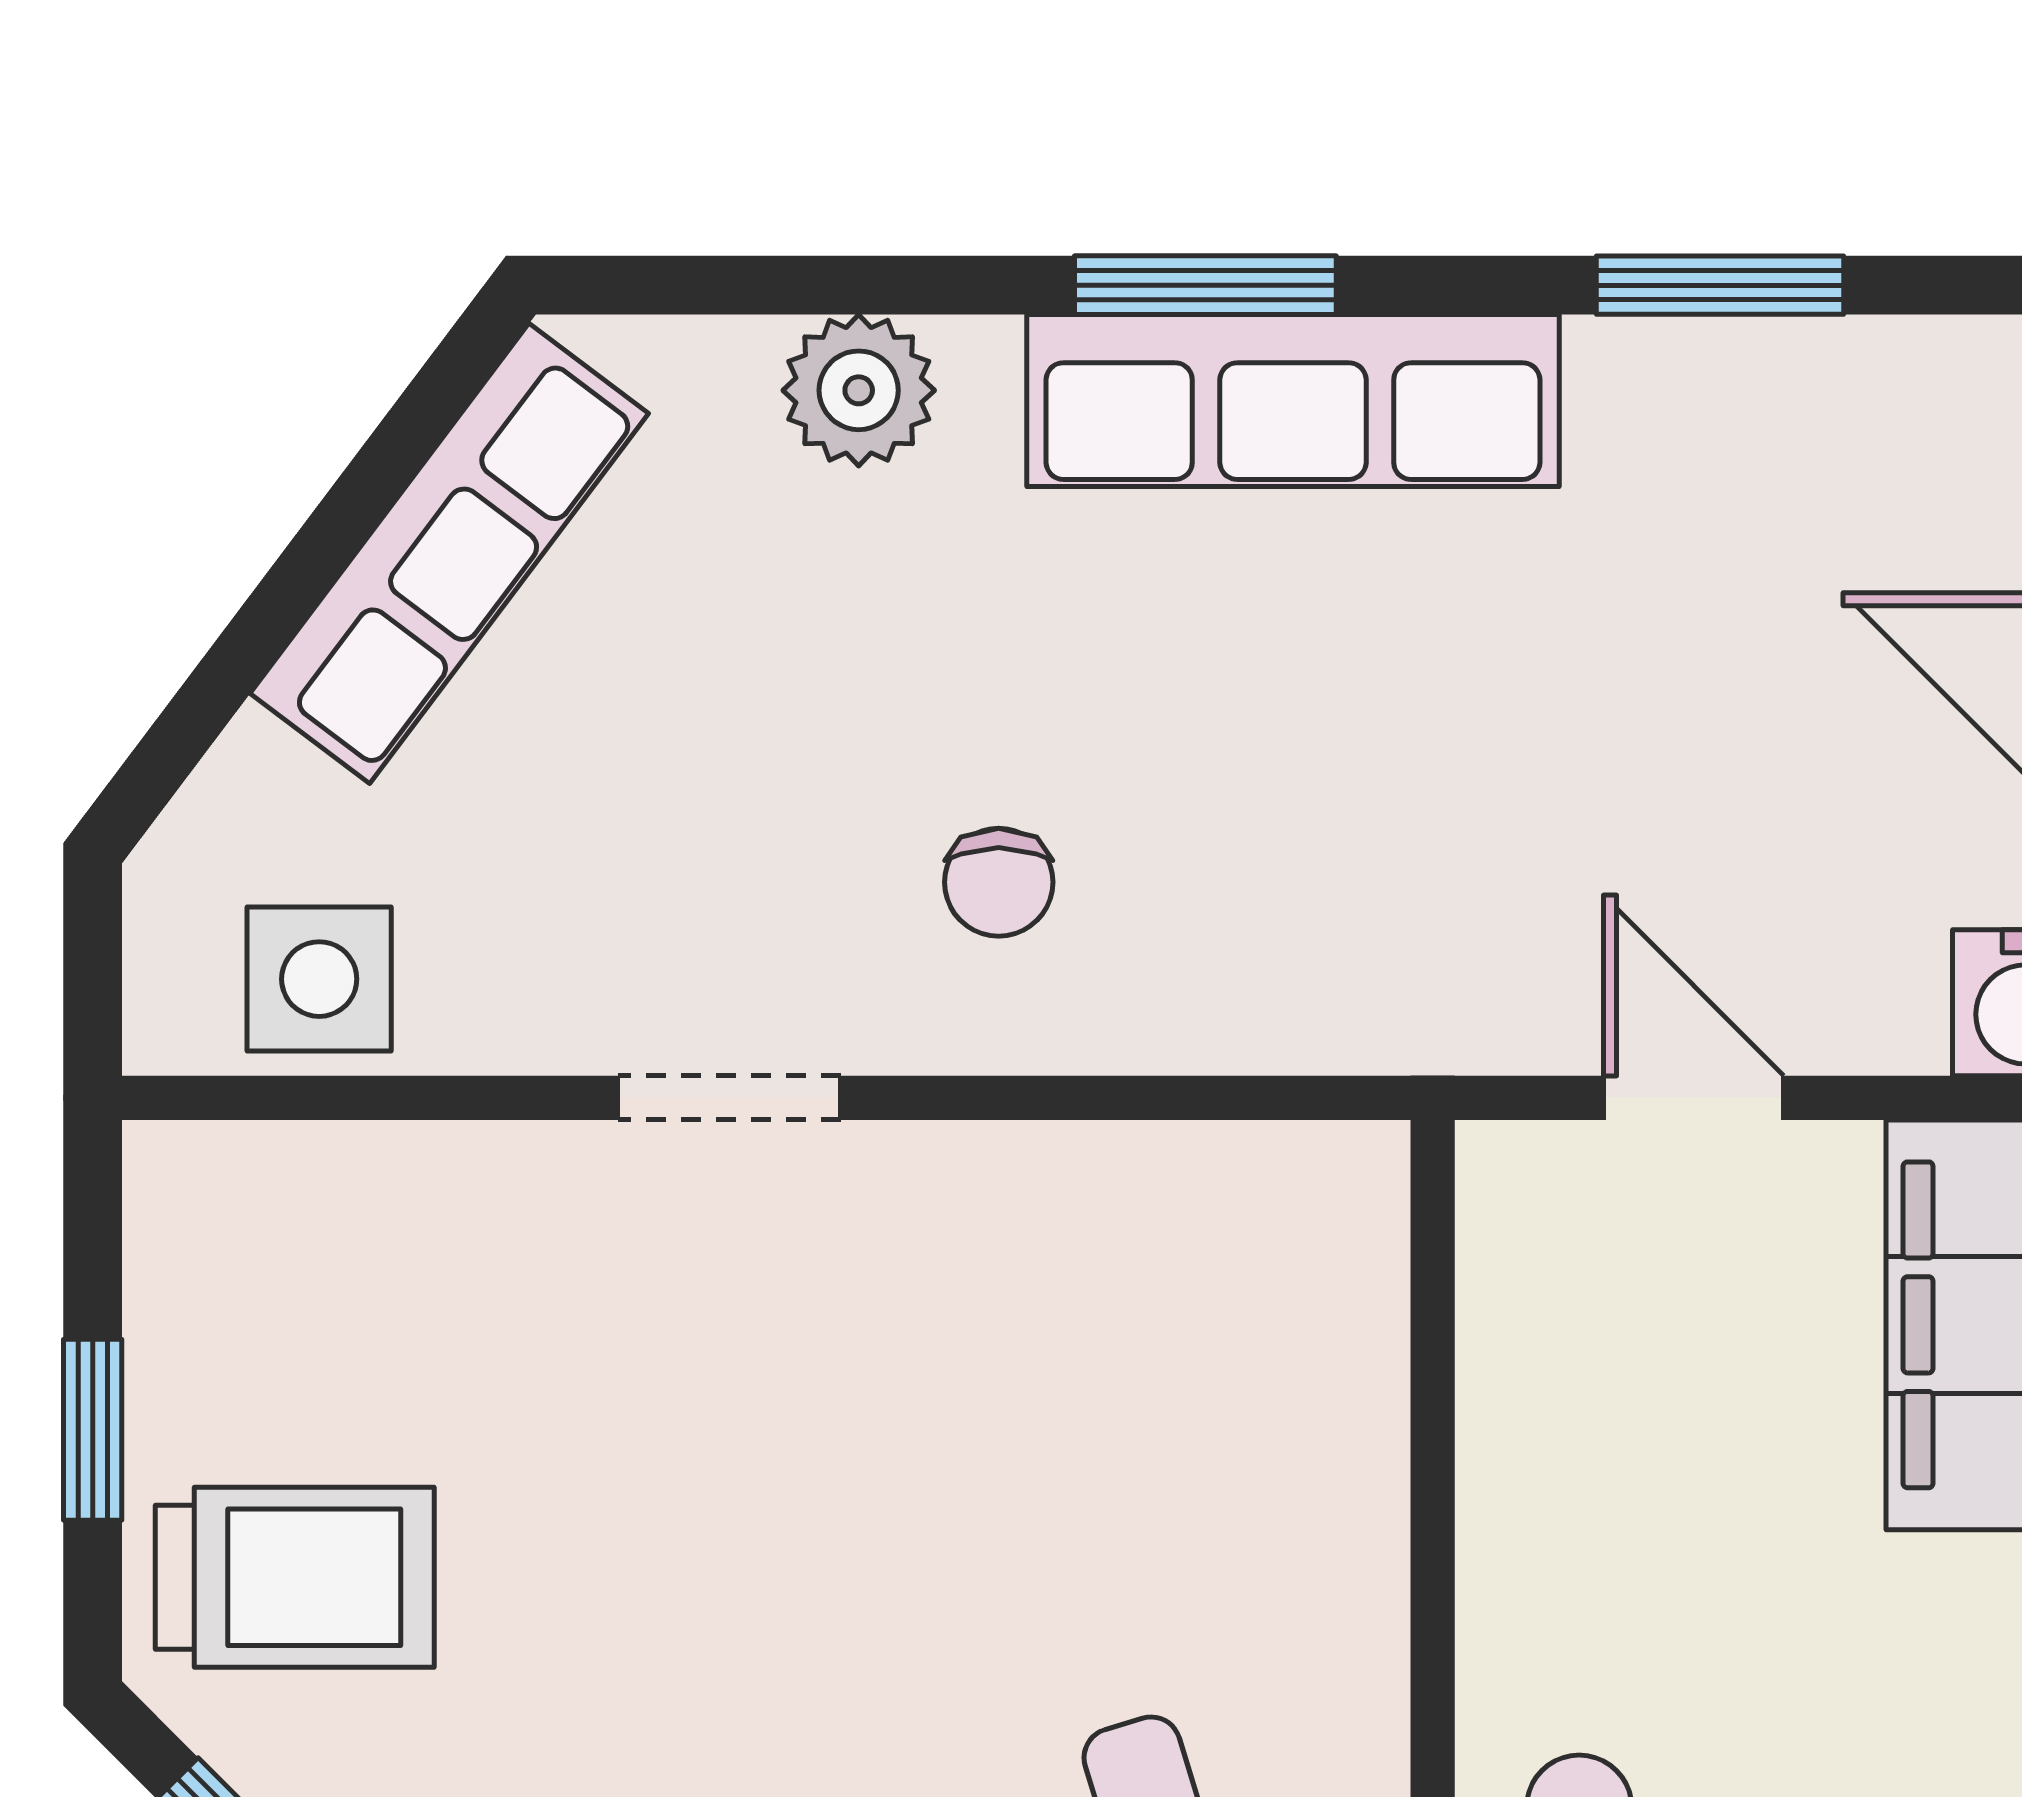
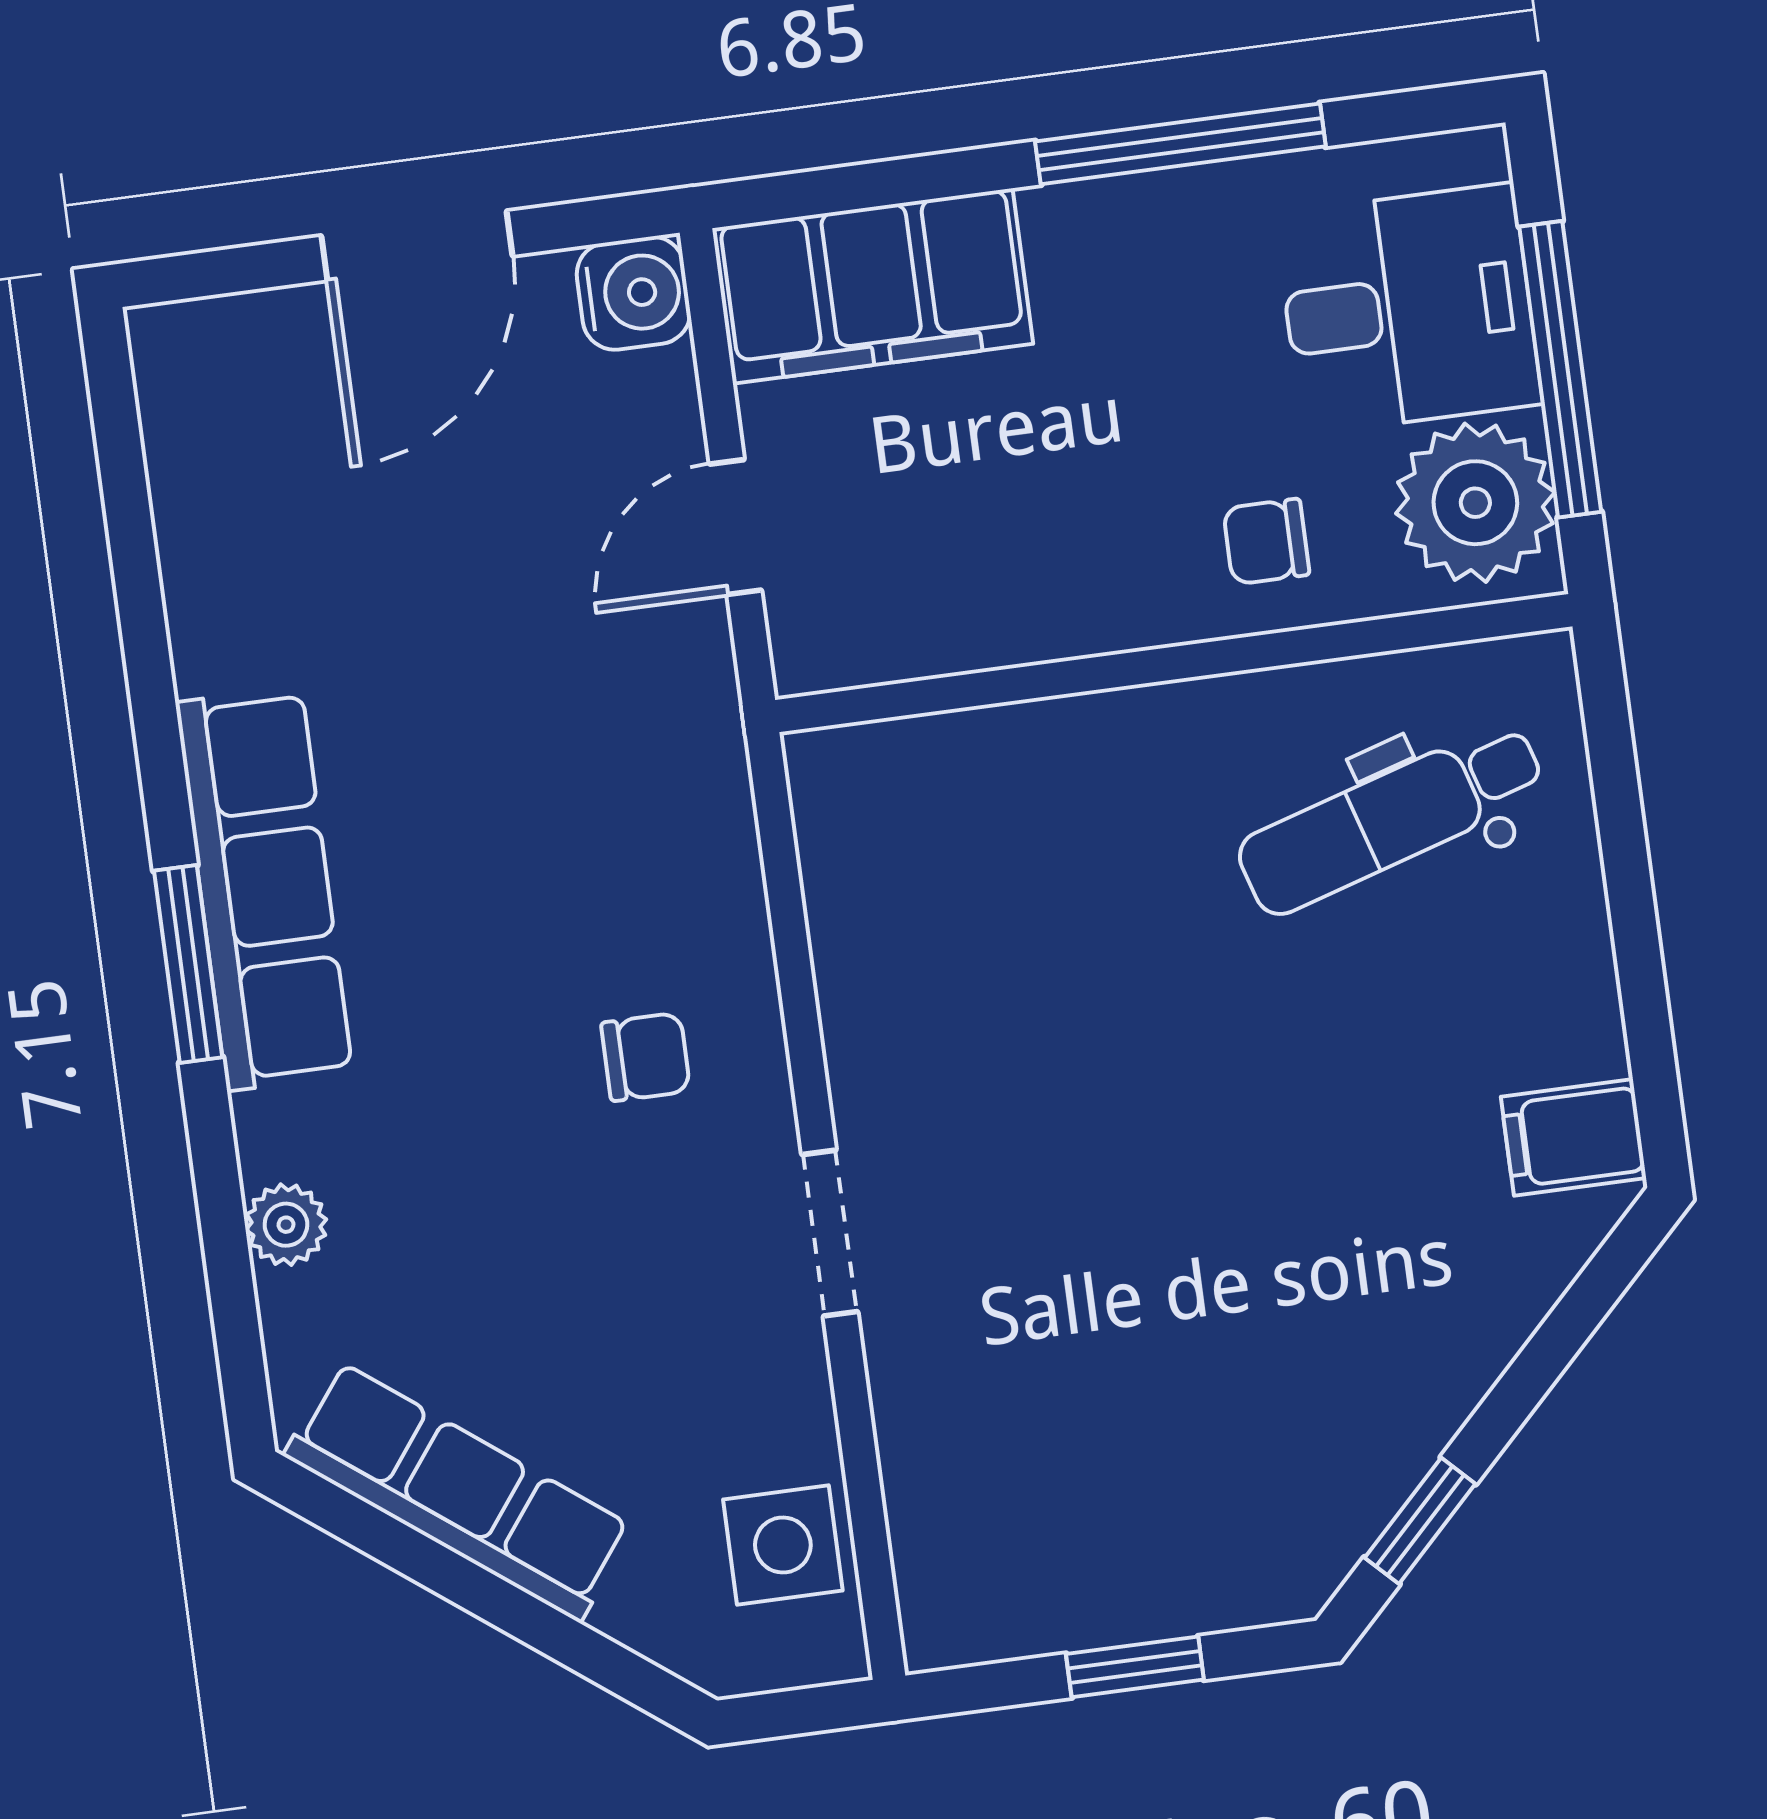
window: (1720, 285) -> (138, 587), removed
plant: (859, 390) -> (286, 1225), width x0.73, depth x0.73
trolley: (295, 1577) -> (1223, 1504), removed

